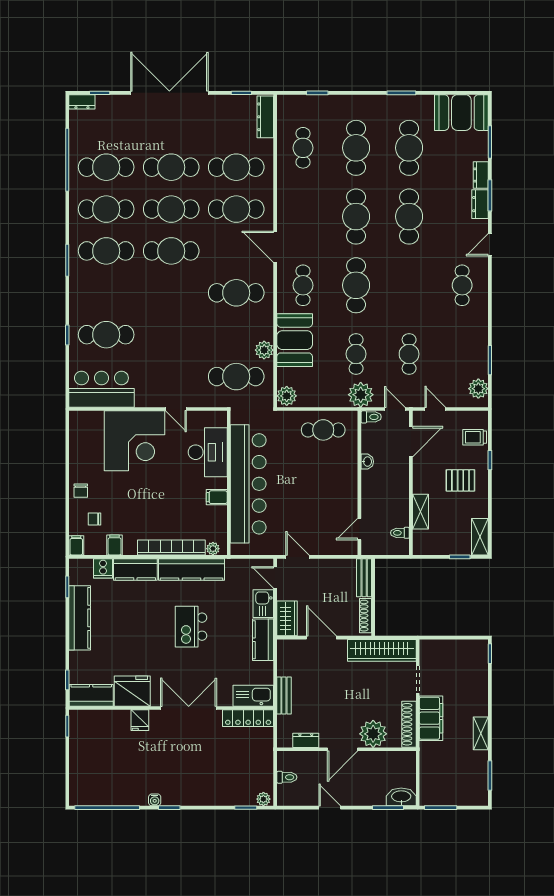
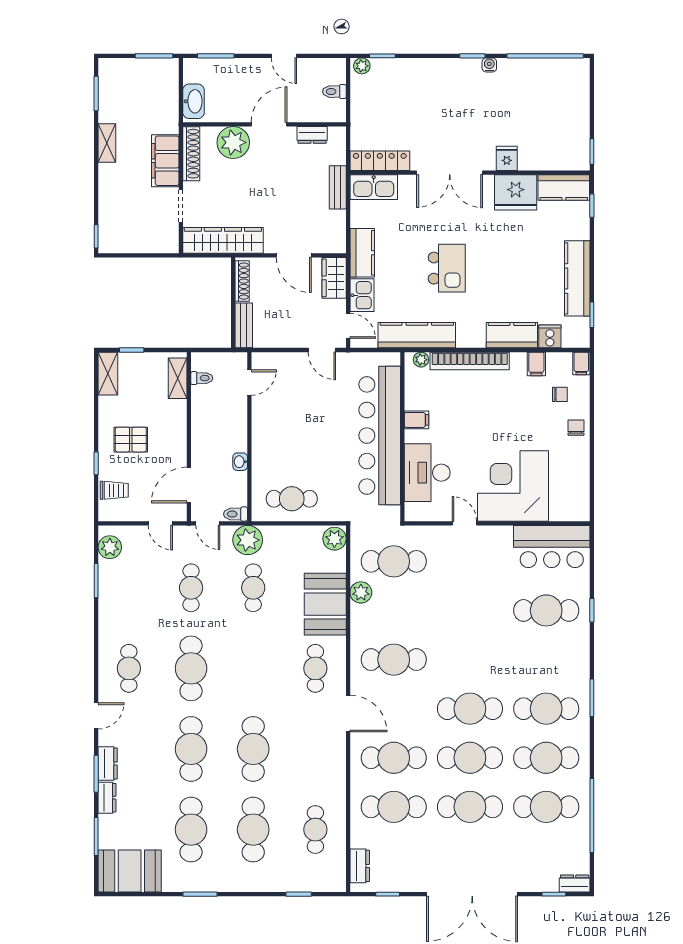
dresser: (265, 117) -> (360, 866), width x0.70
cafe table: (356, 285) -> (191, 668), moved
shelving: (420, 512) -> (178, 378), moved
kitchen counter: (191, 569) -> (417, 335), moved
washbasin: (401, 797) -> (193, 101), moved, turned -90

